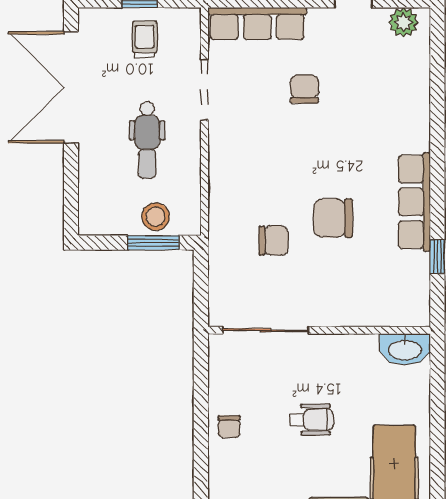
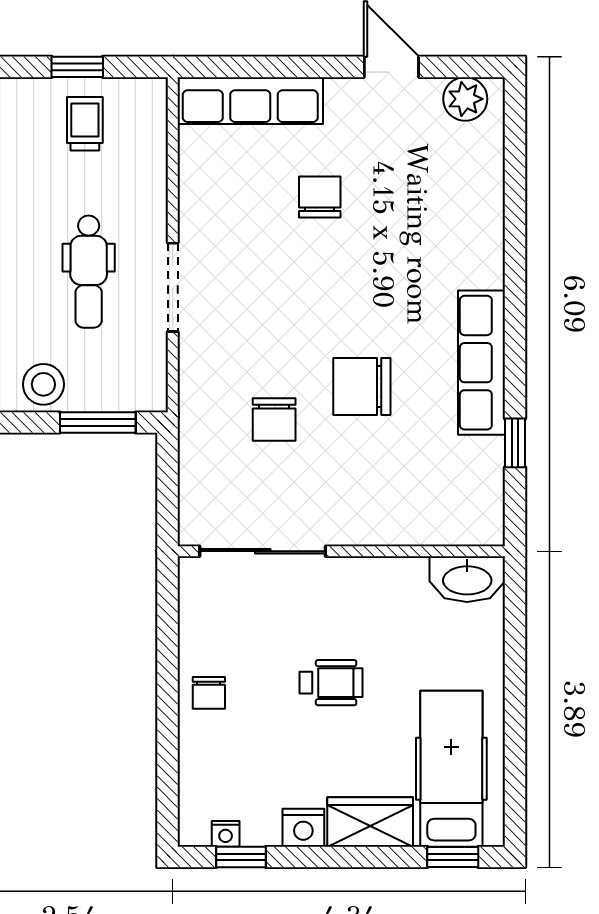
doorway: (204, 89) -> (173, 287), moved
stool: (156, 217) -> (43, 384), moved
chair: (273, 241) -> (274, 419), turned 90

